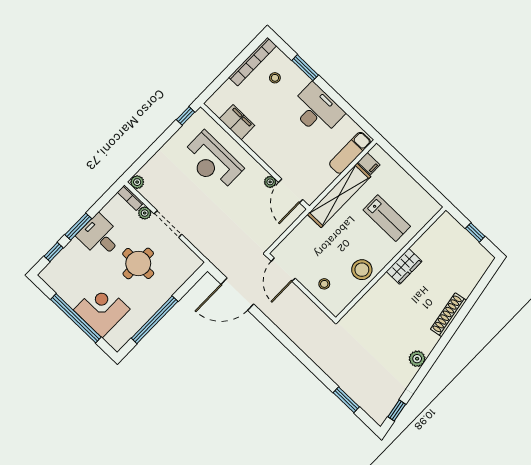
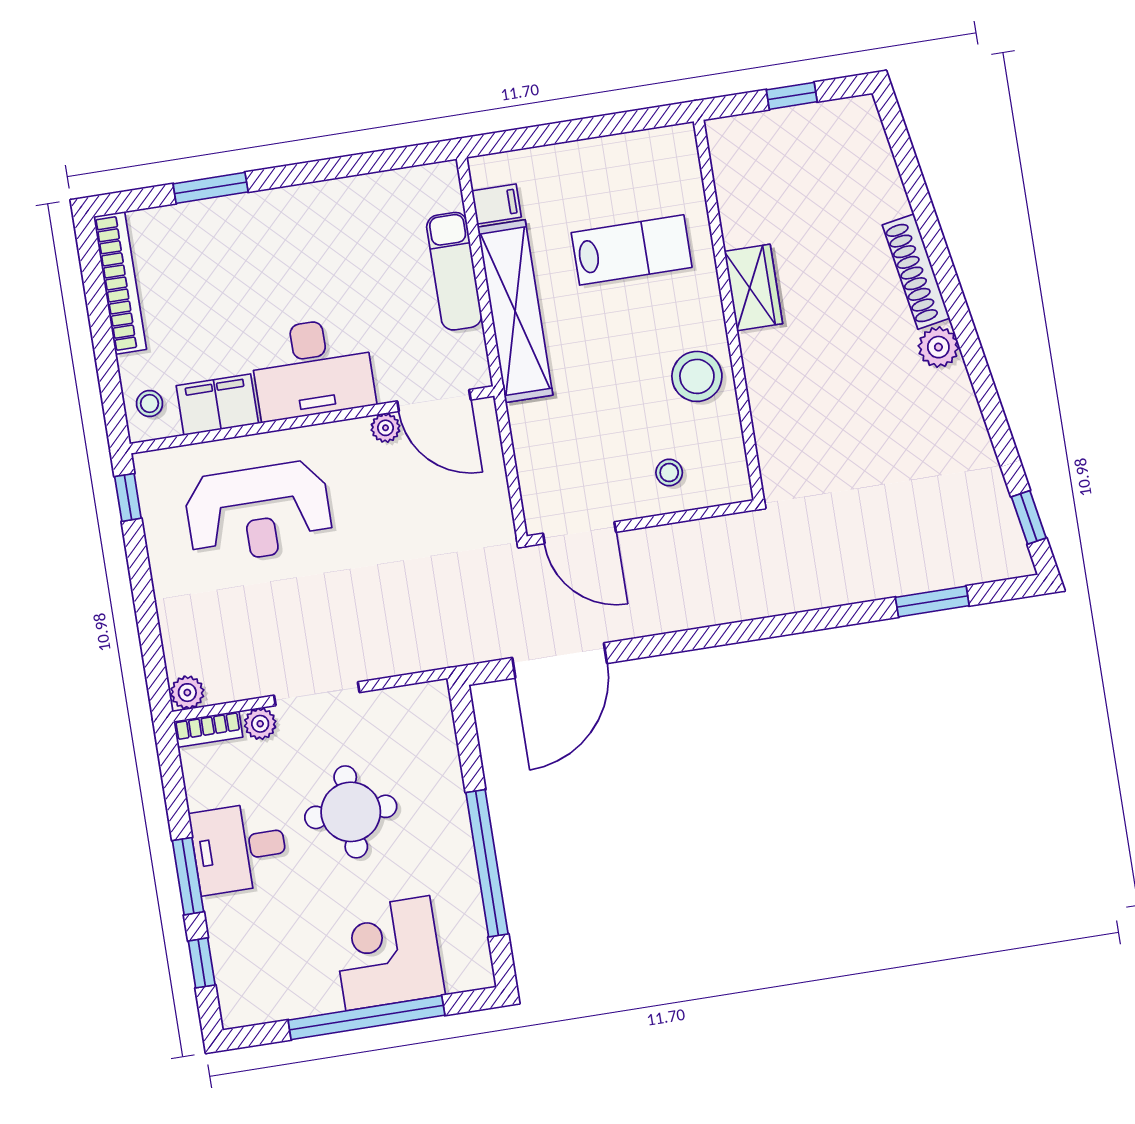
stool: (275, 78) -> (150, 403), moved
desk: (317, 110) -> (312, 369), moved, turned 180
exam couch: (350, 153) -> (454, 271), moved
plant: (417, 359) -> (938, 347), moved

